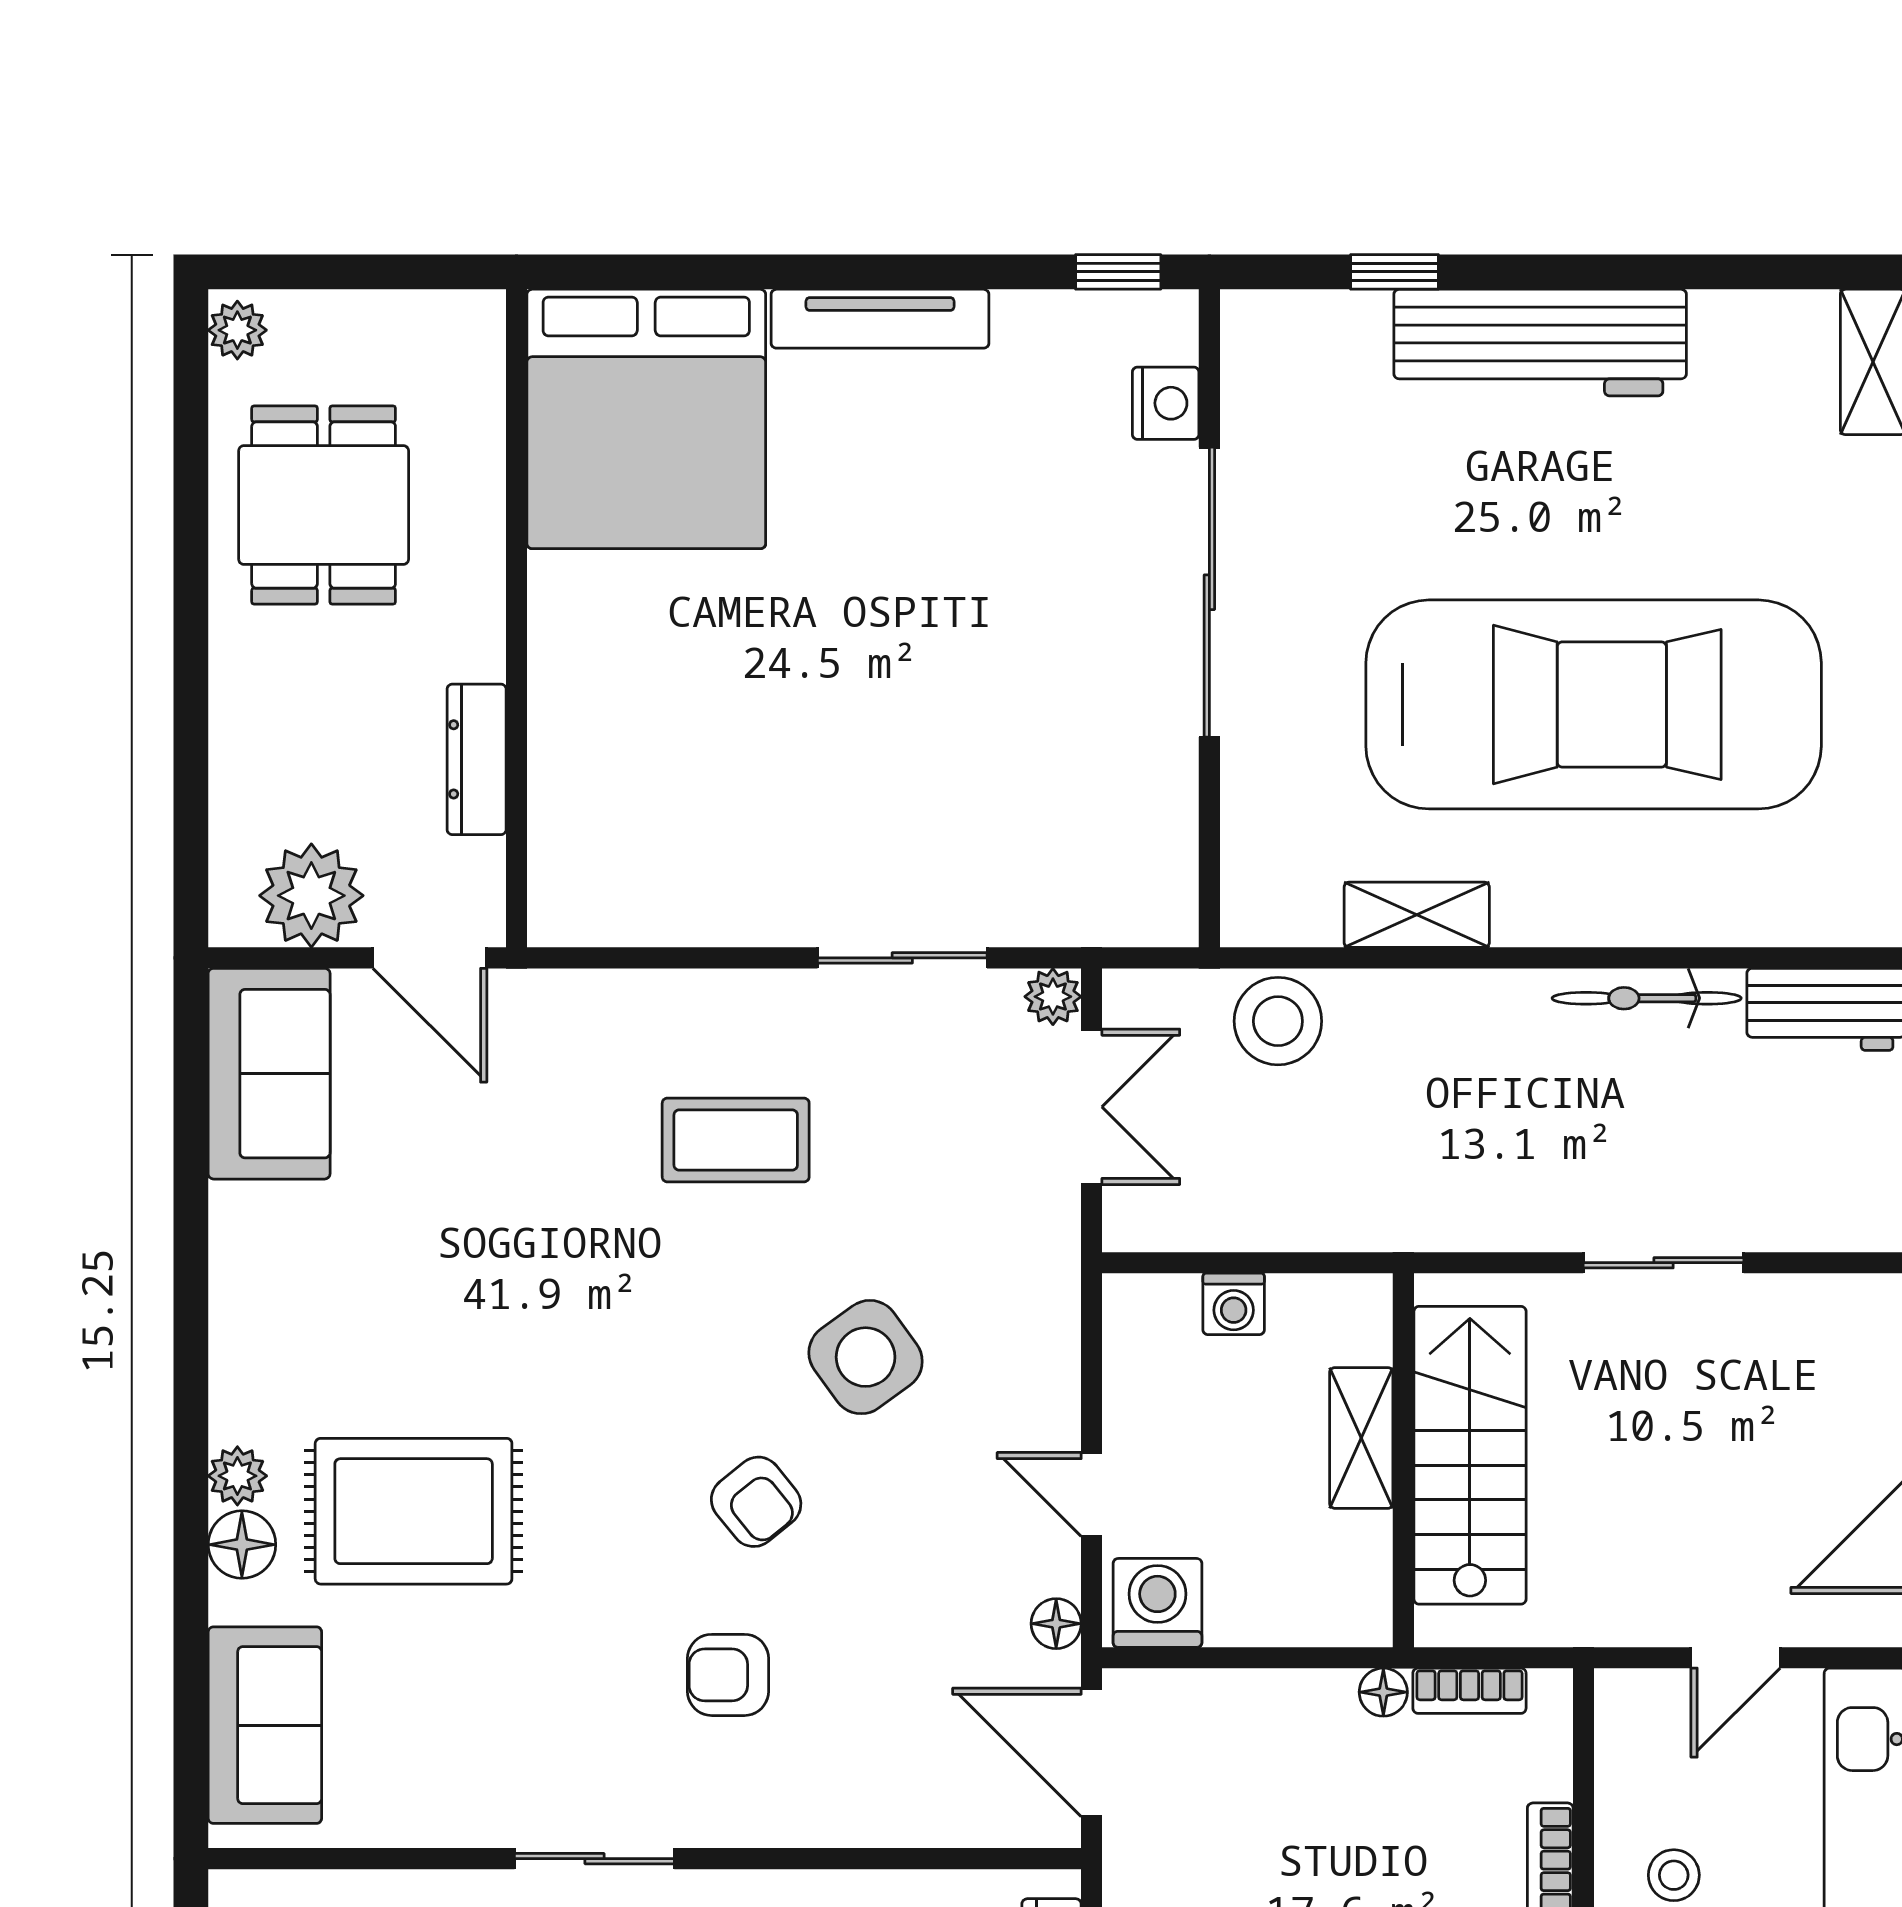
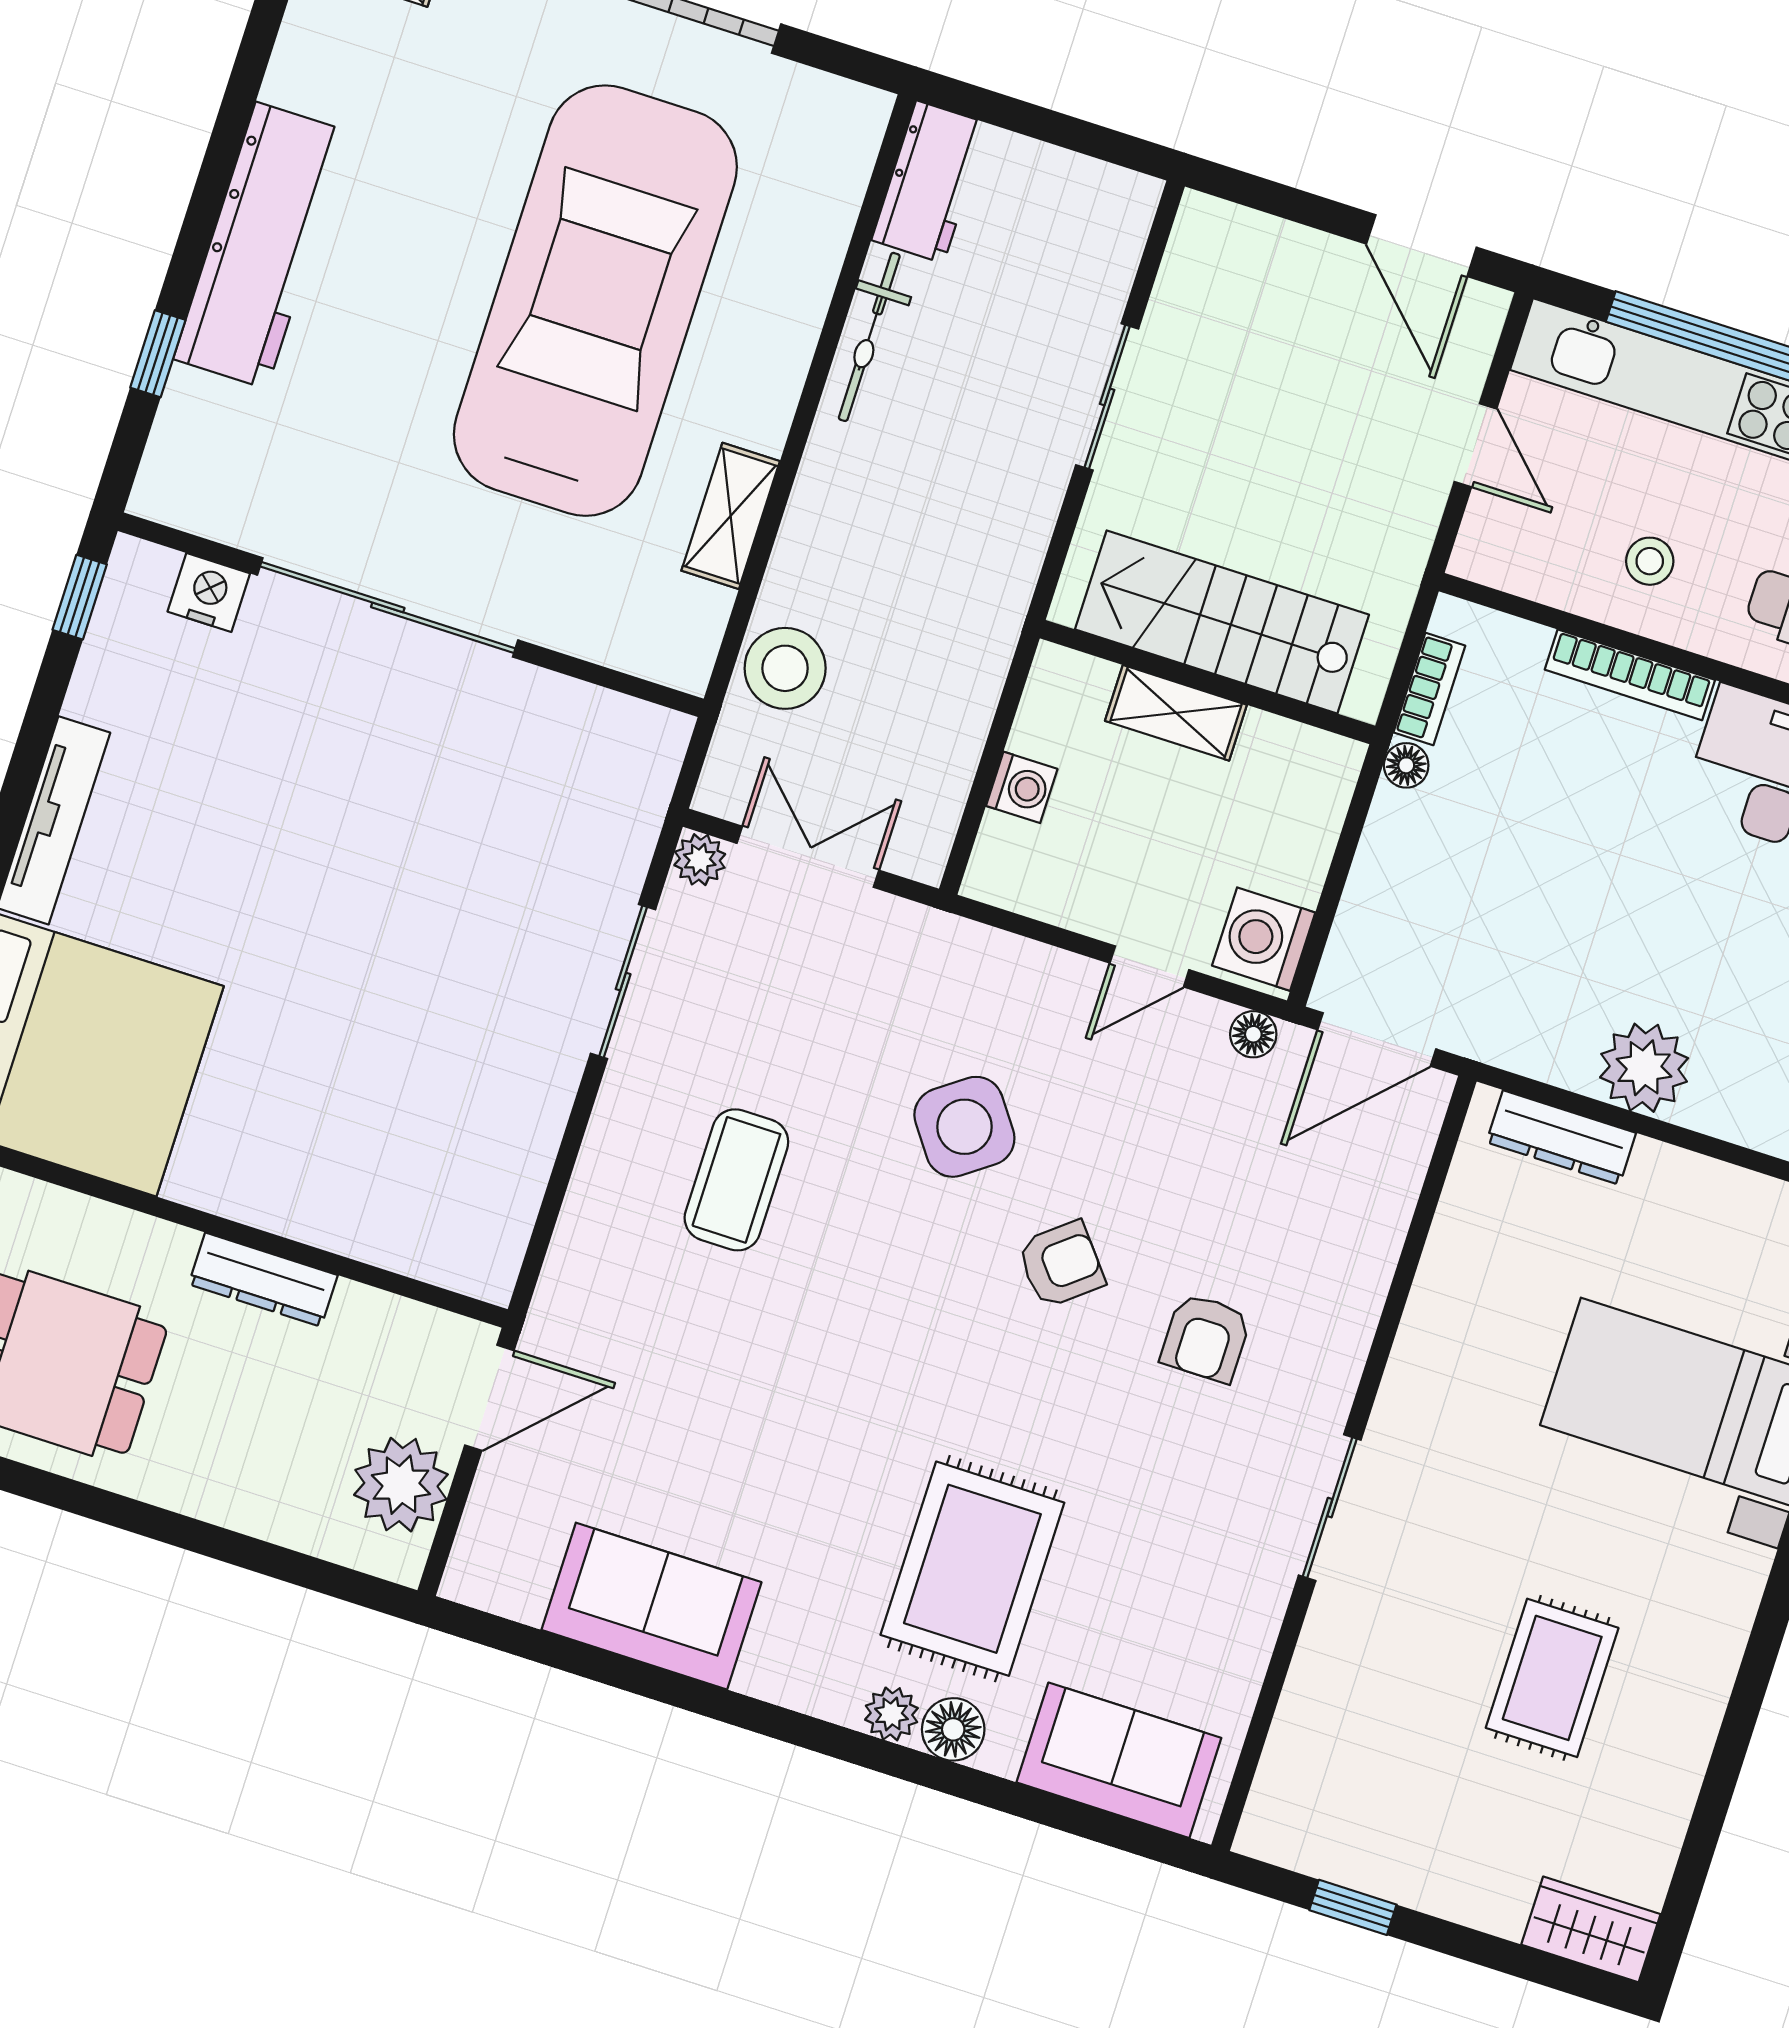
dresser: (477, 759) -> (263, 1280), moved
sofa: (269, 1074) -> (651, 1606), moved

